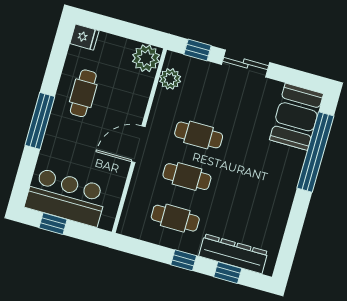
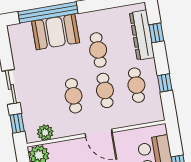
booth: (296, 117) -> (56, 32), moved
cafe table: (240, 192) -> (98, 50), added
window: (184, 260) -> (165, 83), moved

